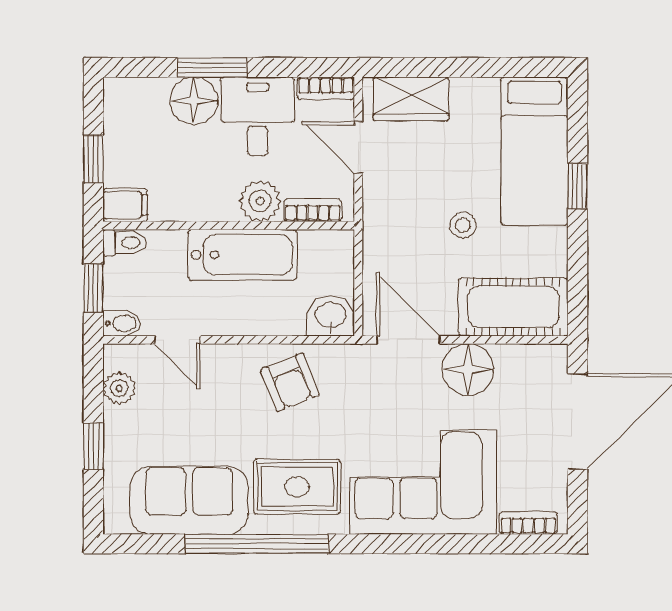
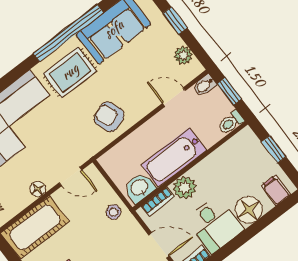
window: (212, 67) -> (252, 231), removed
filing cabinet: (125, 205) -> (276, 190), moved, turned 90
stool: (463, 225) -> (114, 212), moved
washbasin: (331, 316) -> (140, 188), moved, turned 180
door: (408, 340) -> (71, 176), width x0.73
floor lamp: (468, 370) -> (38, 189), width x0.53, depth x0.53

